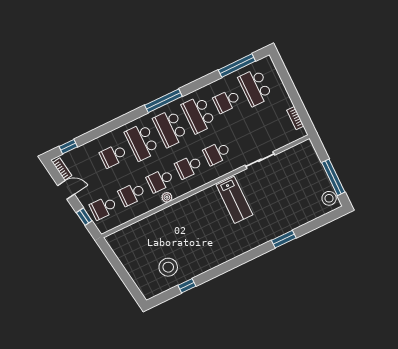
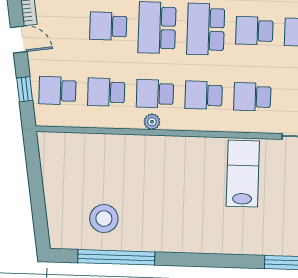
school desk: (198, 115) -> (254, 31), width x0.54
lab bench: (234, 200) -> (243, 174), turned 180
window: (187, 286) -> (116, 257), width x3.17

